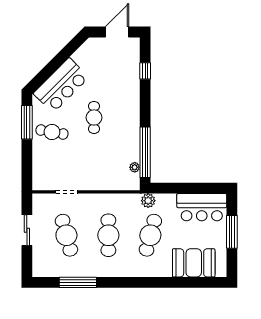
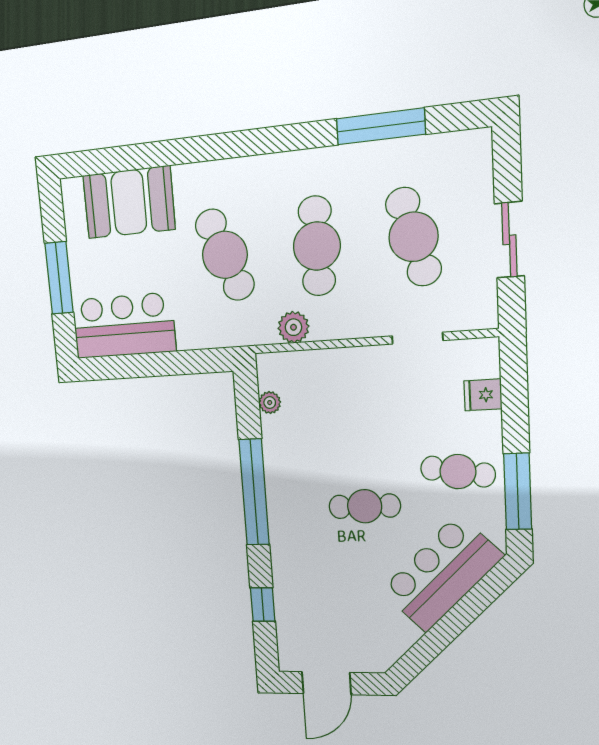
cafe table: (94, 117) -> (365, 506), turned 90
window: (145, 152) -> (254, 492), moved
fridge: (40, 165) -> (483, 395), added
plant: (148, 201) -> (293, 327), moved
cafe table: (150, 235) -> (225, 255), turned -36

